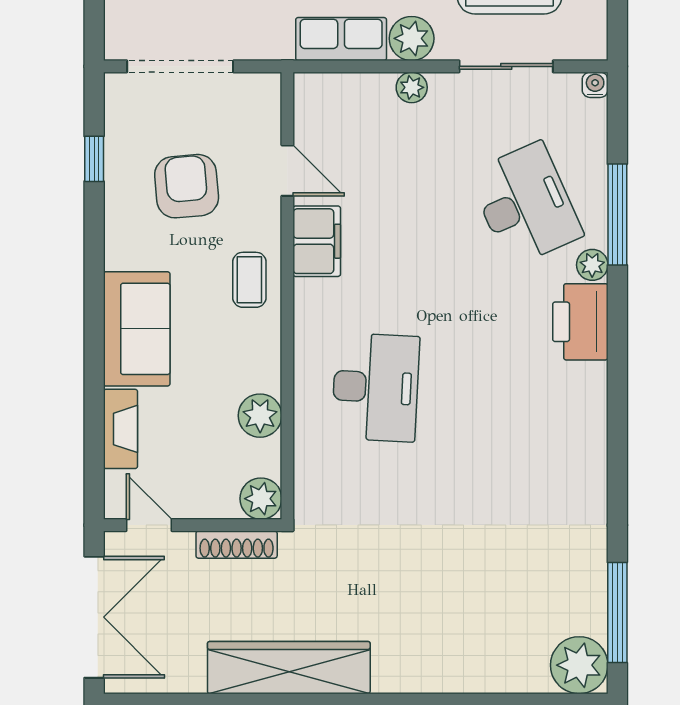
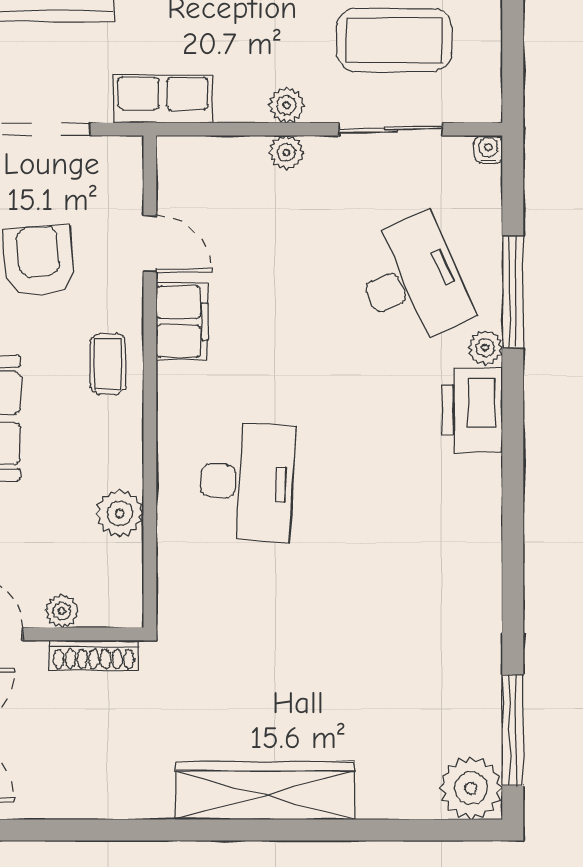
plant: (412, 38) -> (286, 105), width x0.73, depth x0.73
row of seats: (341, 39) -> (163, 99), moved
plant: (261, 499) -> (62, 611), moved, width x0.73, depth x0.73
wardrobe: (289, 668) -> (265, 791), moved

